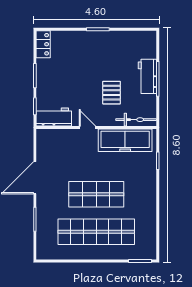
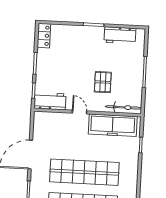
workbench: (147, 76) -> (120, 35), moved, turned -90
shop shelf: (96, 194) -> (84, 172), width x1.40

